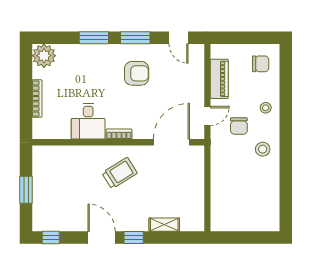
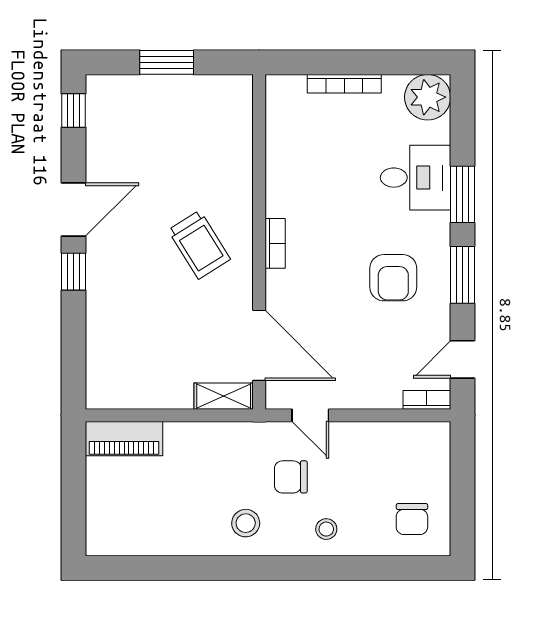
bookcase: (199, 56) -> (427, 400), added
piano: (219, 79) -> (124, 439), moved
desk: (88, 121) -> (416, 178), moved, turned 180
shelving: (164, 225) -> (224, 396), moved, turned 90

